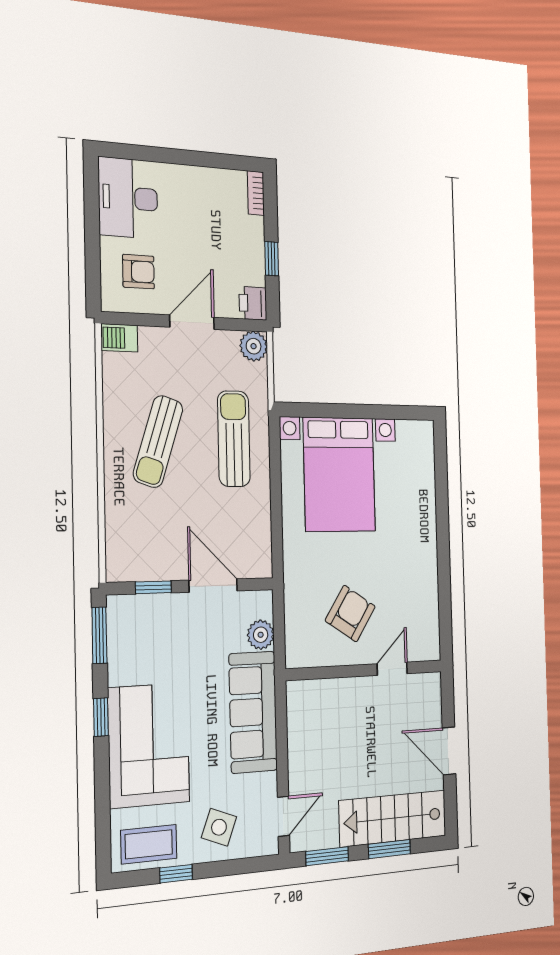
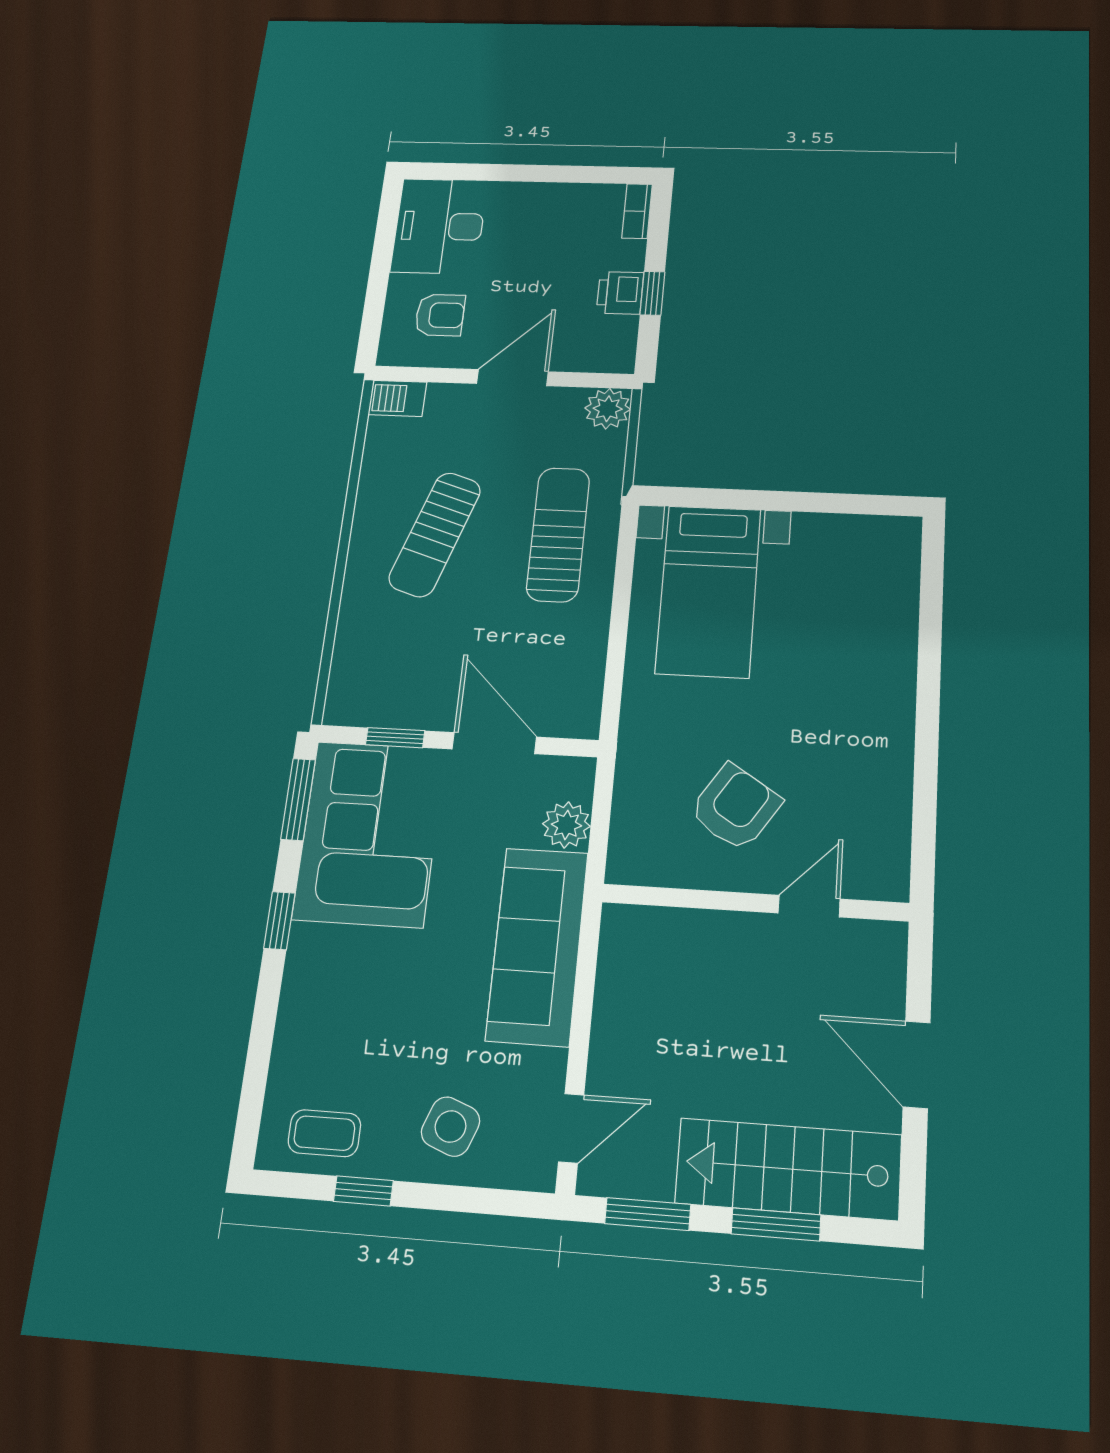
printer: (253, 303) -> (620, 293), moved
bed with nightstands: (339, 474) -> (708, 591), width x0.73
corner sofa: (149, 745) -> (369, 833), moved
coffee table: (149, 844) -> (324, 1133), width x0.73, depth x0.77

